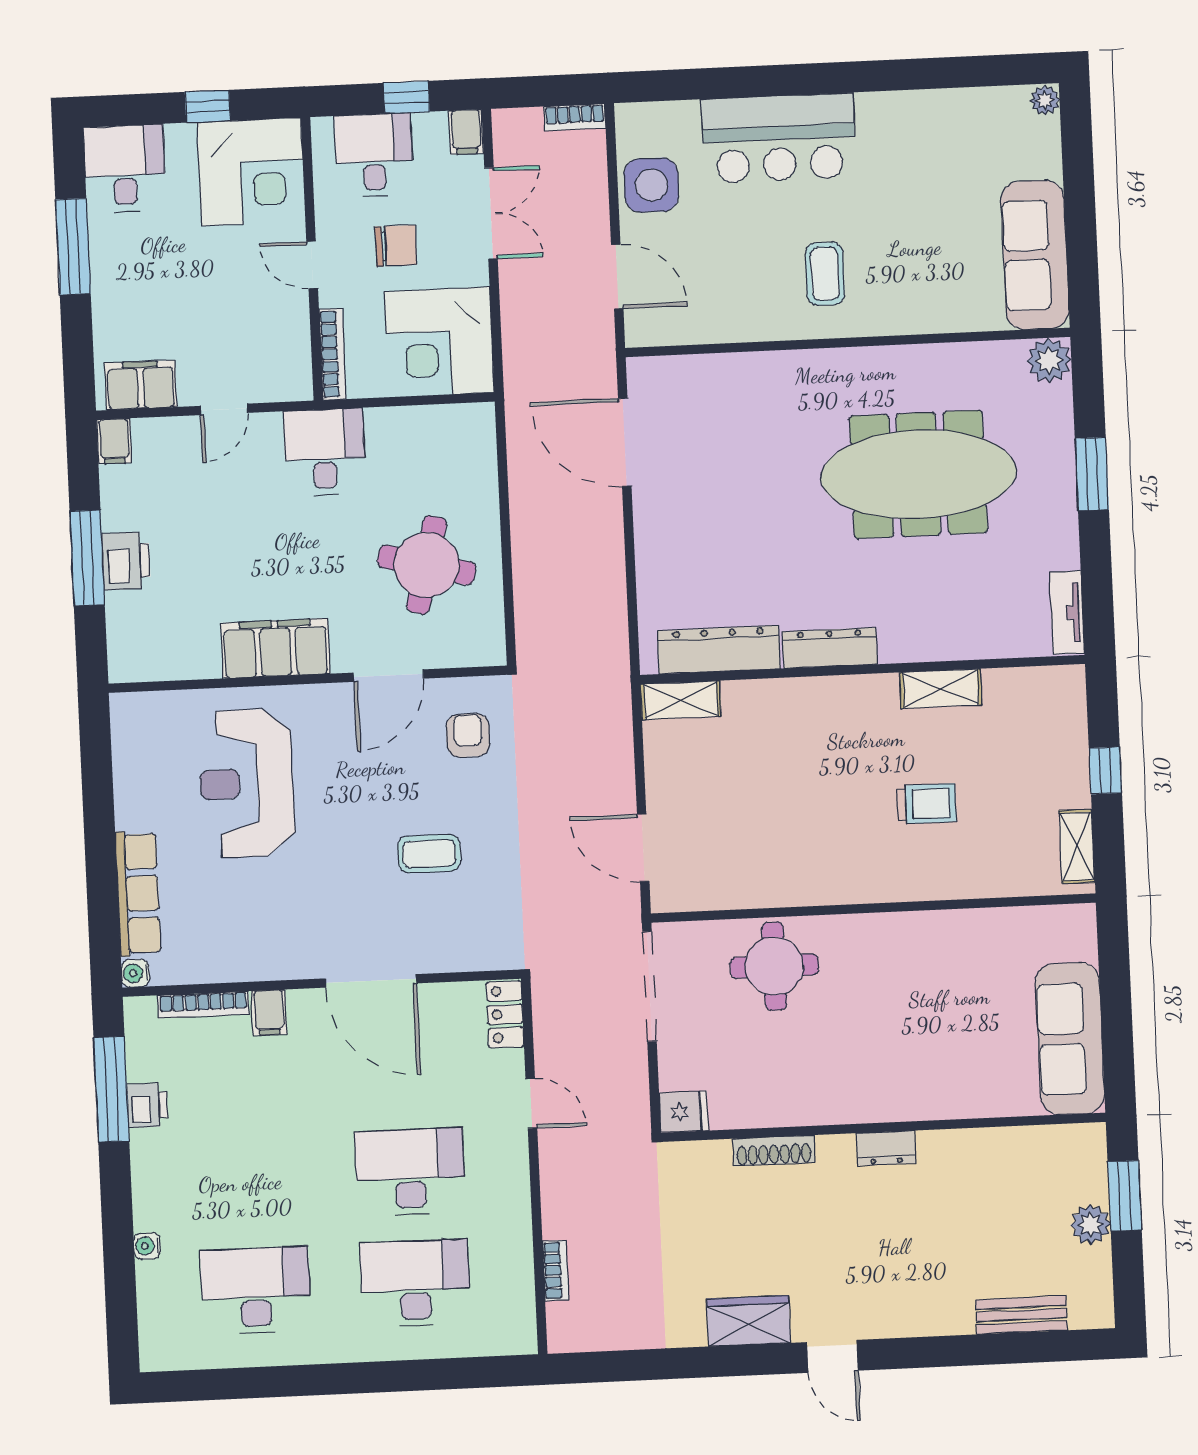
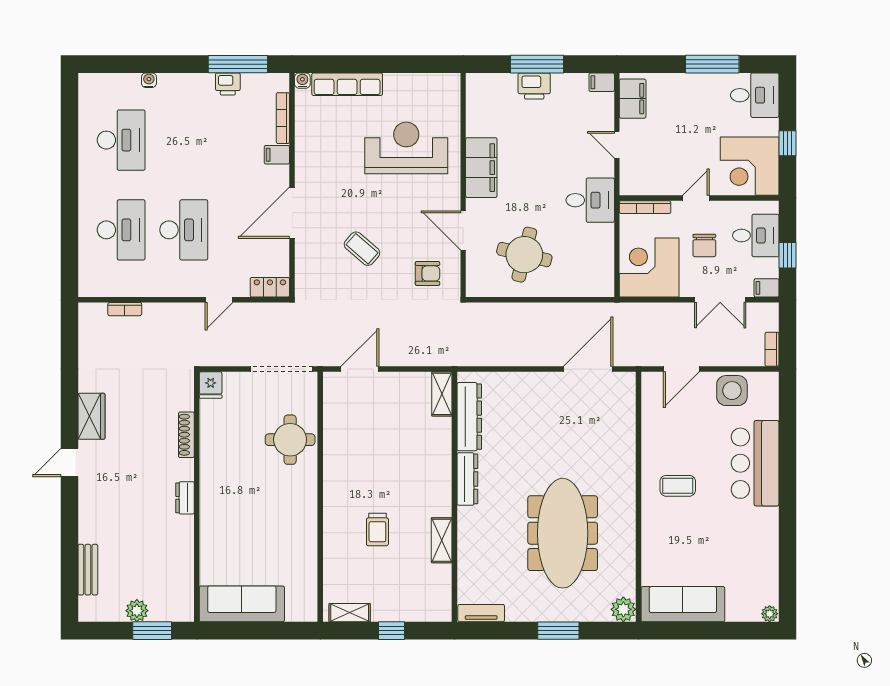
coffee table: (429, 854) -> (362, 249), turned -49

